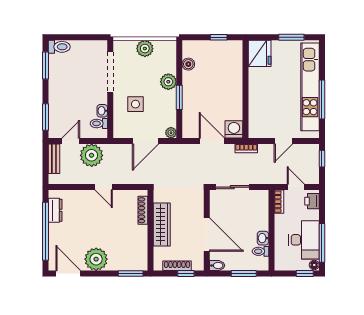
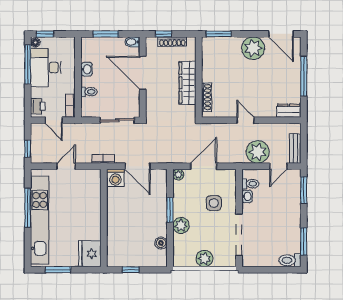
dresser: (55, 210) -> (289, 111), moved, turned 90
window: (45, 231) -> (304, 76), width x0.68
toilet: (261, 251) -> (89, 92), moved

